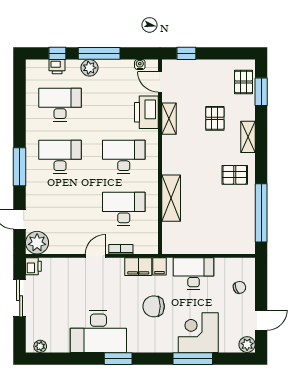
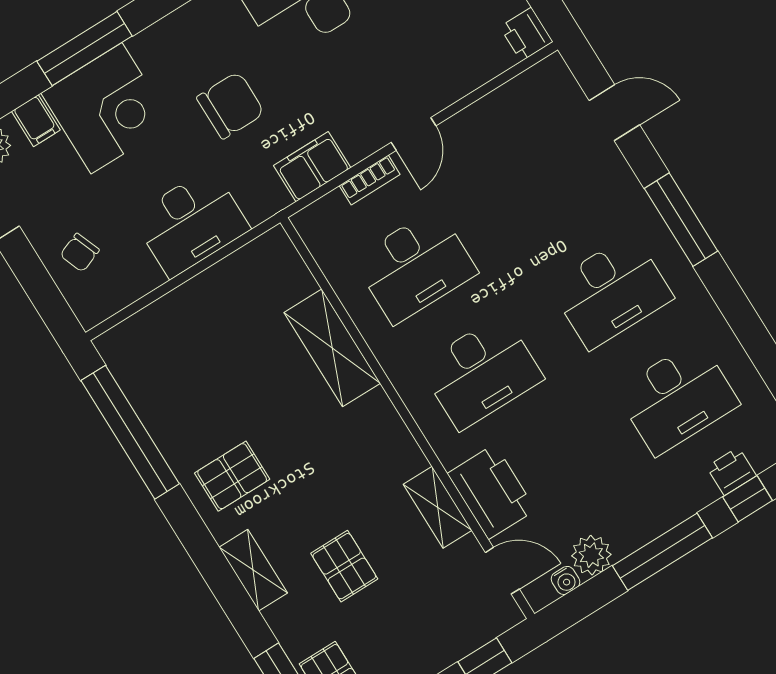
plant: (89, 68) -> (591, 555), moved
plant: (37, 243) -> (549, 87), removed
filing cabinet: (159, 266) -> (36, 121), moved, turned 180

